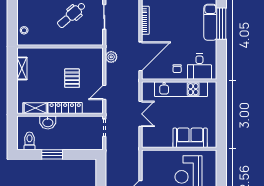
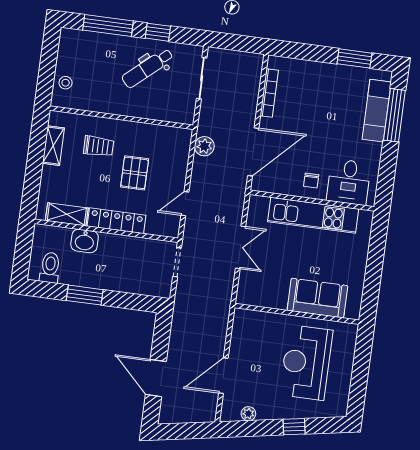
trolley: (49, 65) -> (99, 146), added

